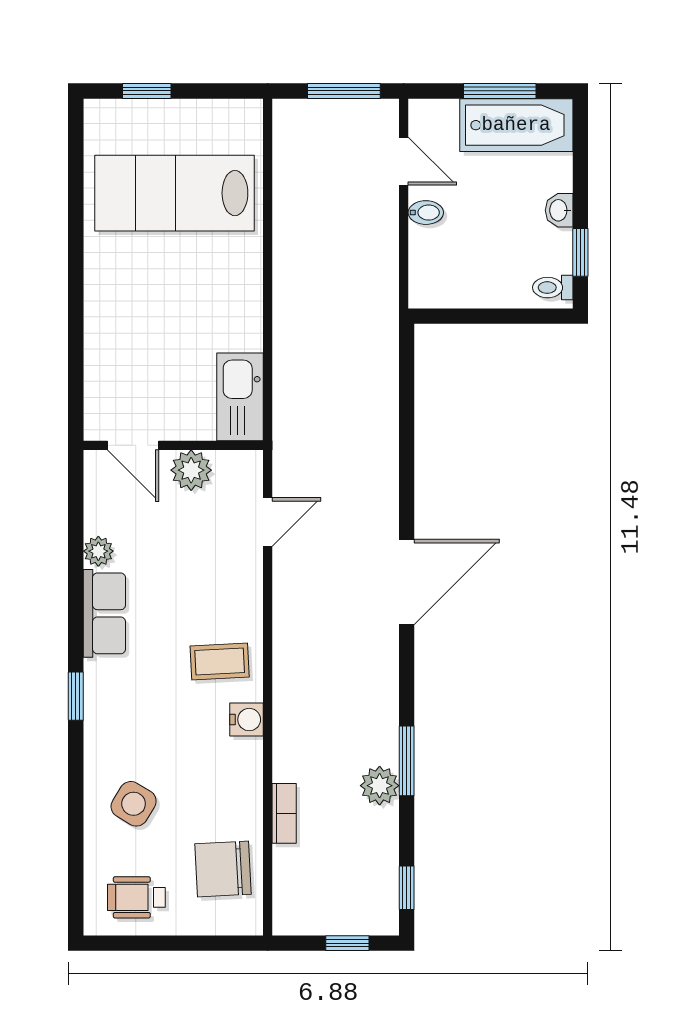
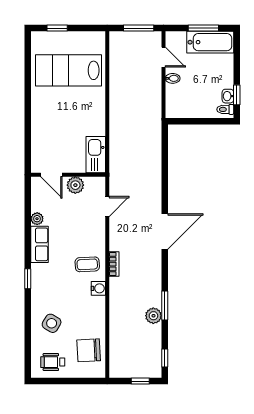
washbasin: (559, 210) -> (228, 96), moved
bookcase: (284, 813) -> (114, 264), moved

